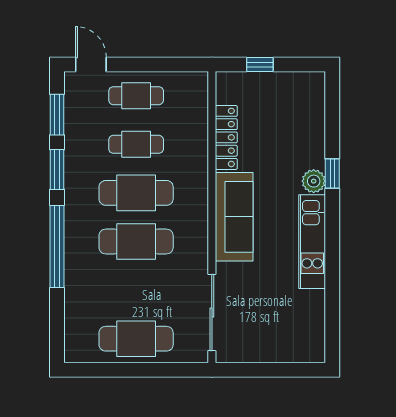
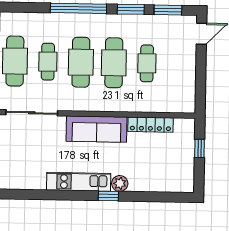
cafe table: (136, 96) -> (48, 62), moved
window: (332, 174) -> (108, 196), moved

